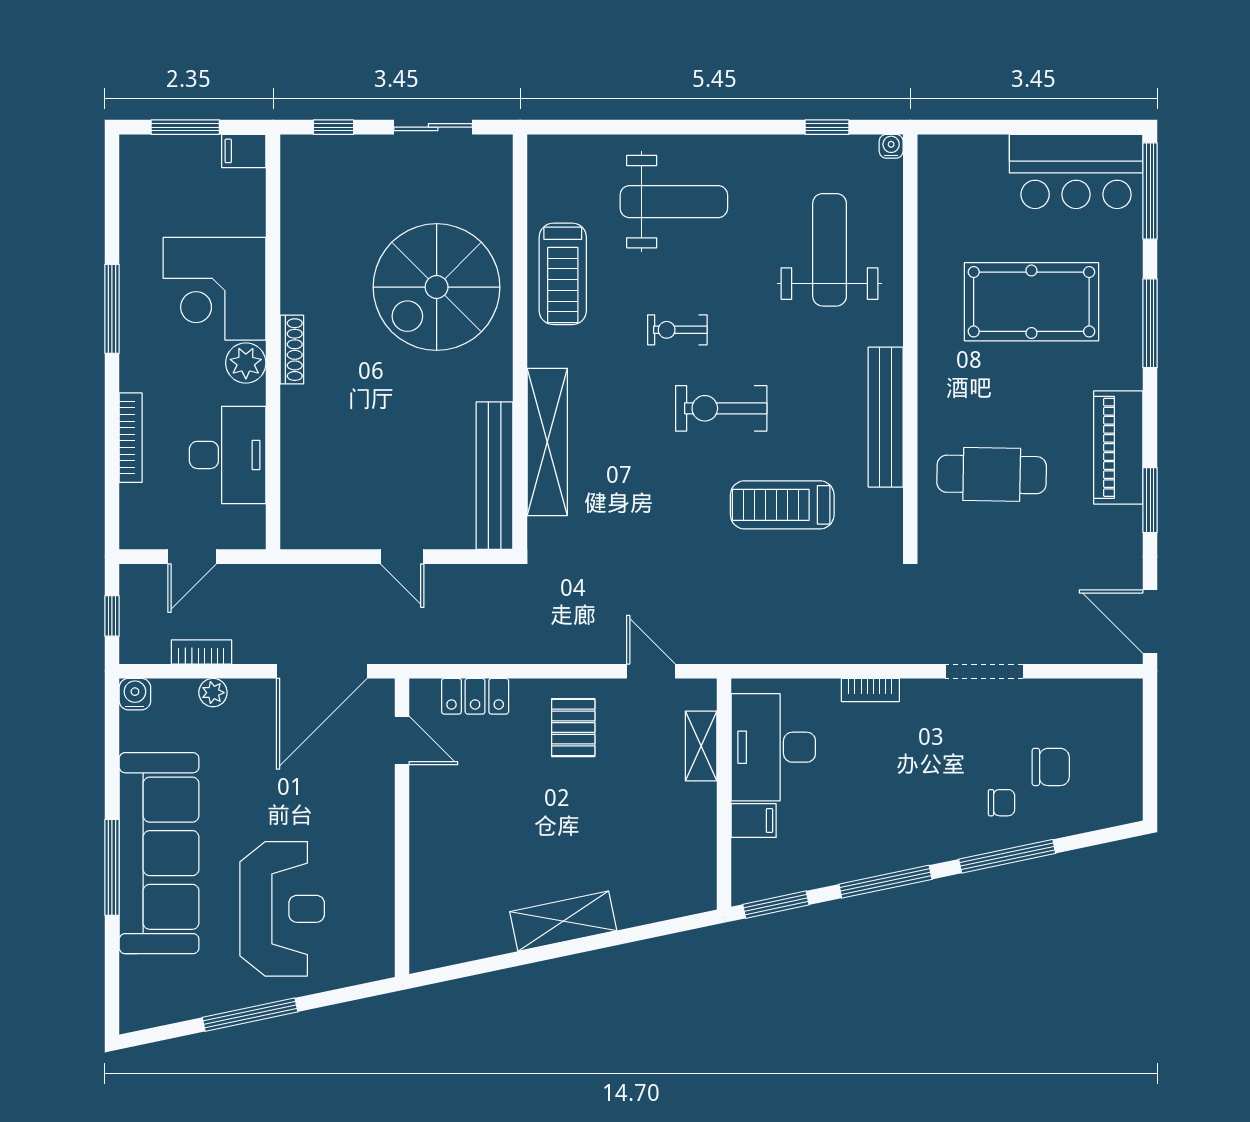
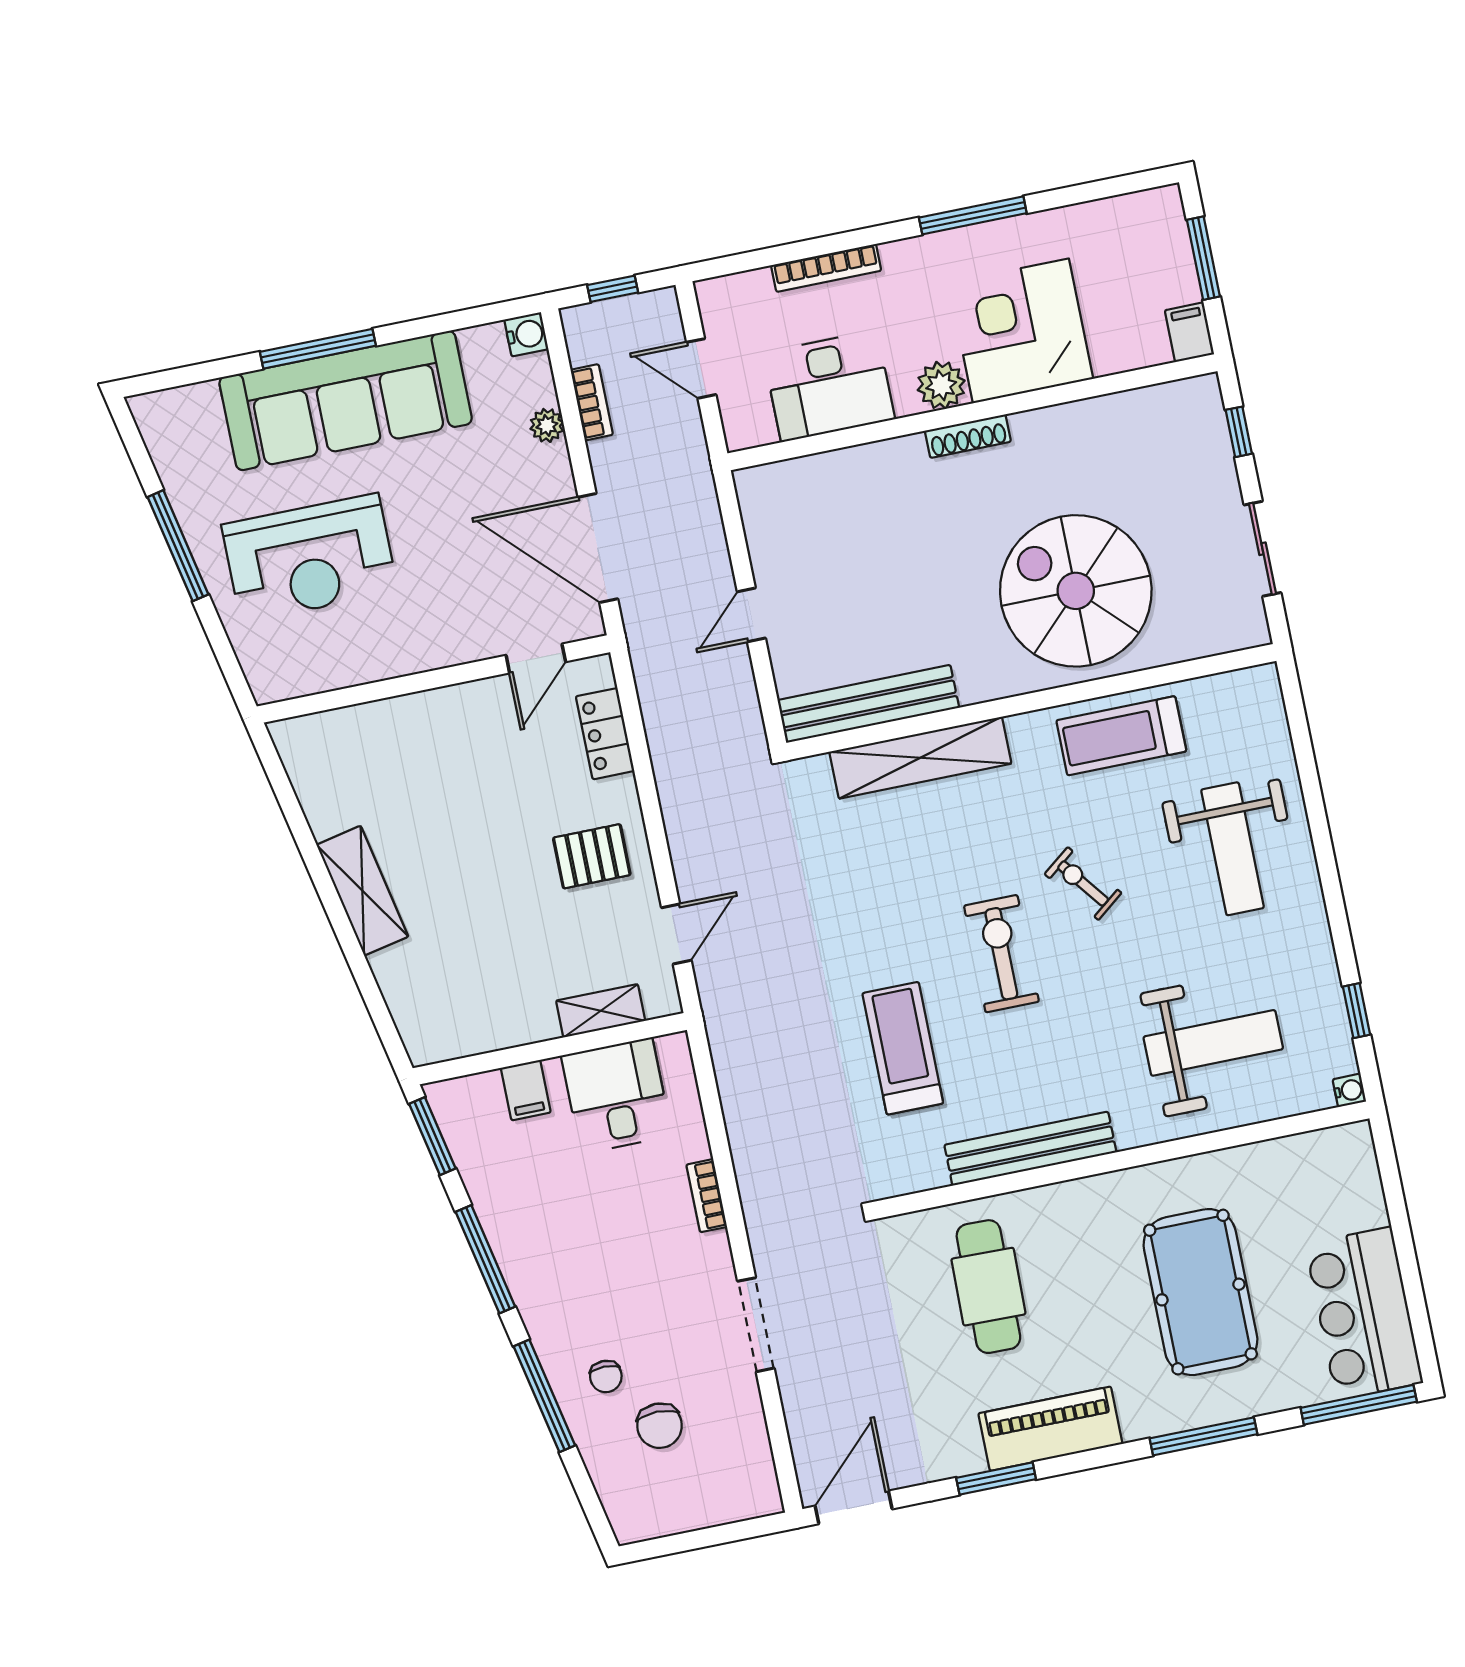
exercise bike: (677, 330) -> (1083, 883), turned -38
desk: (773, 747) -> (616, 1096), width x0.73

